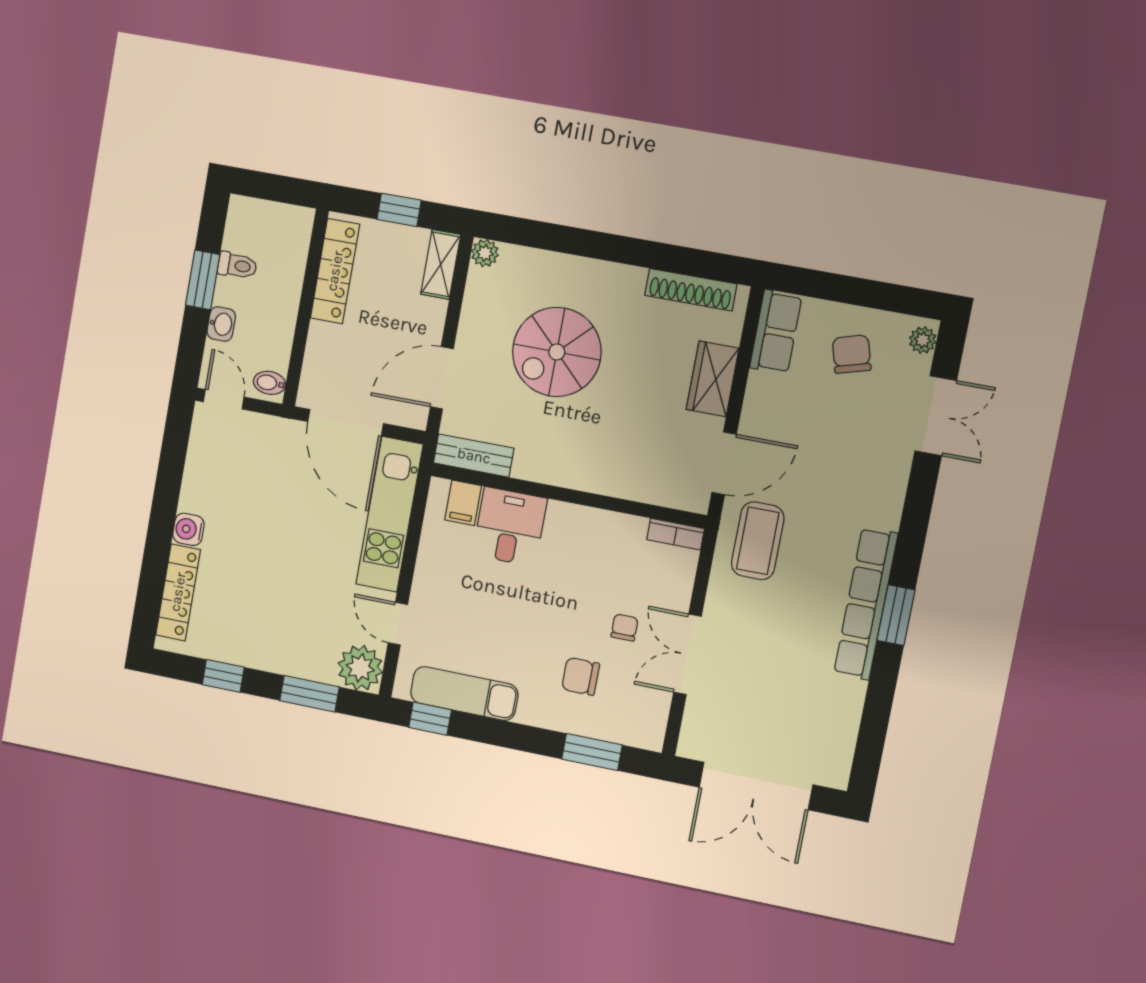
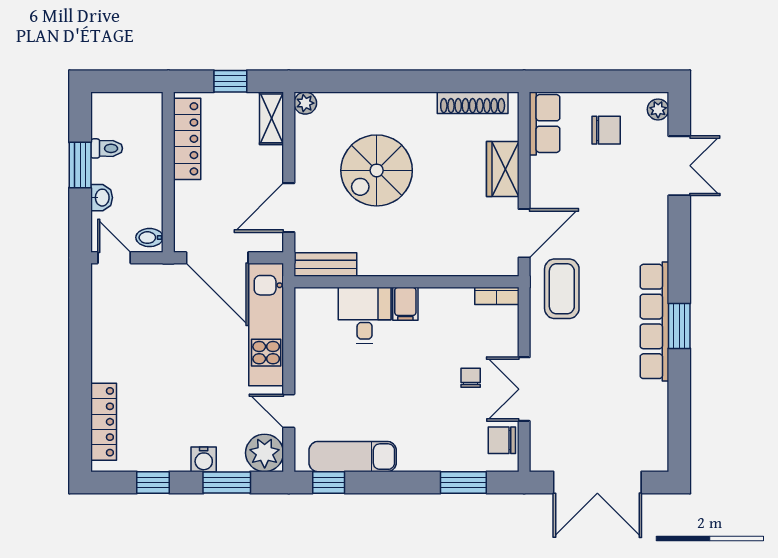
chair: (852, 354) -> (606, 130), turned 106
filing cabinet: (463, 503) -> (405, 304), moved
water cooler: (188, 529) -> (204, 459), moved, turned -90
chair: (581, 676) -> (502, 440), moved

